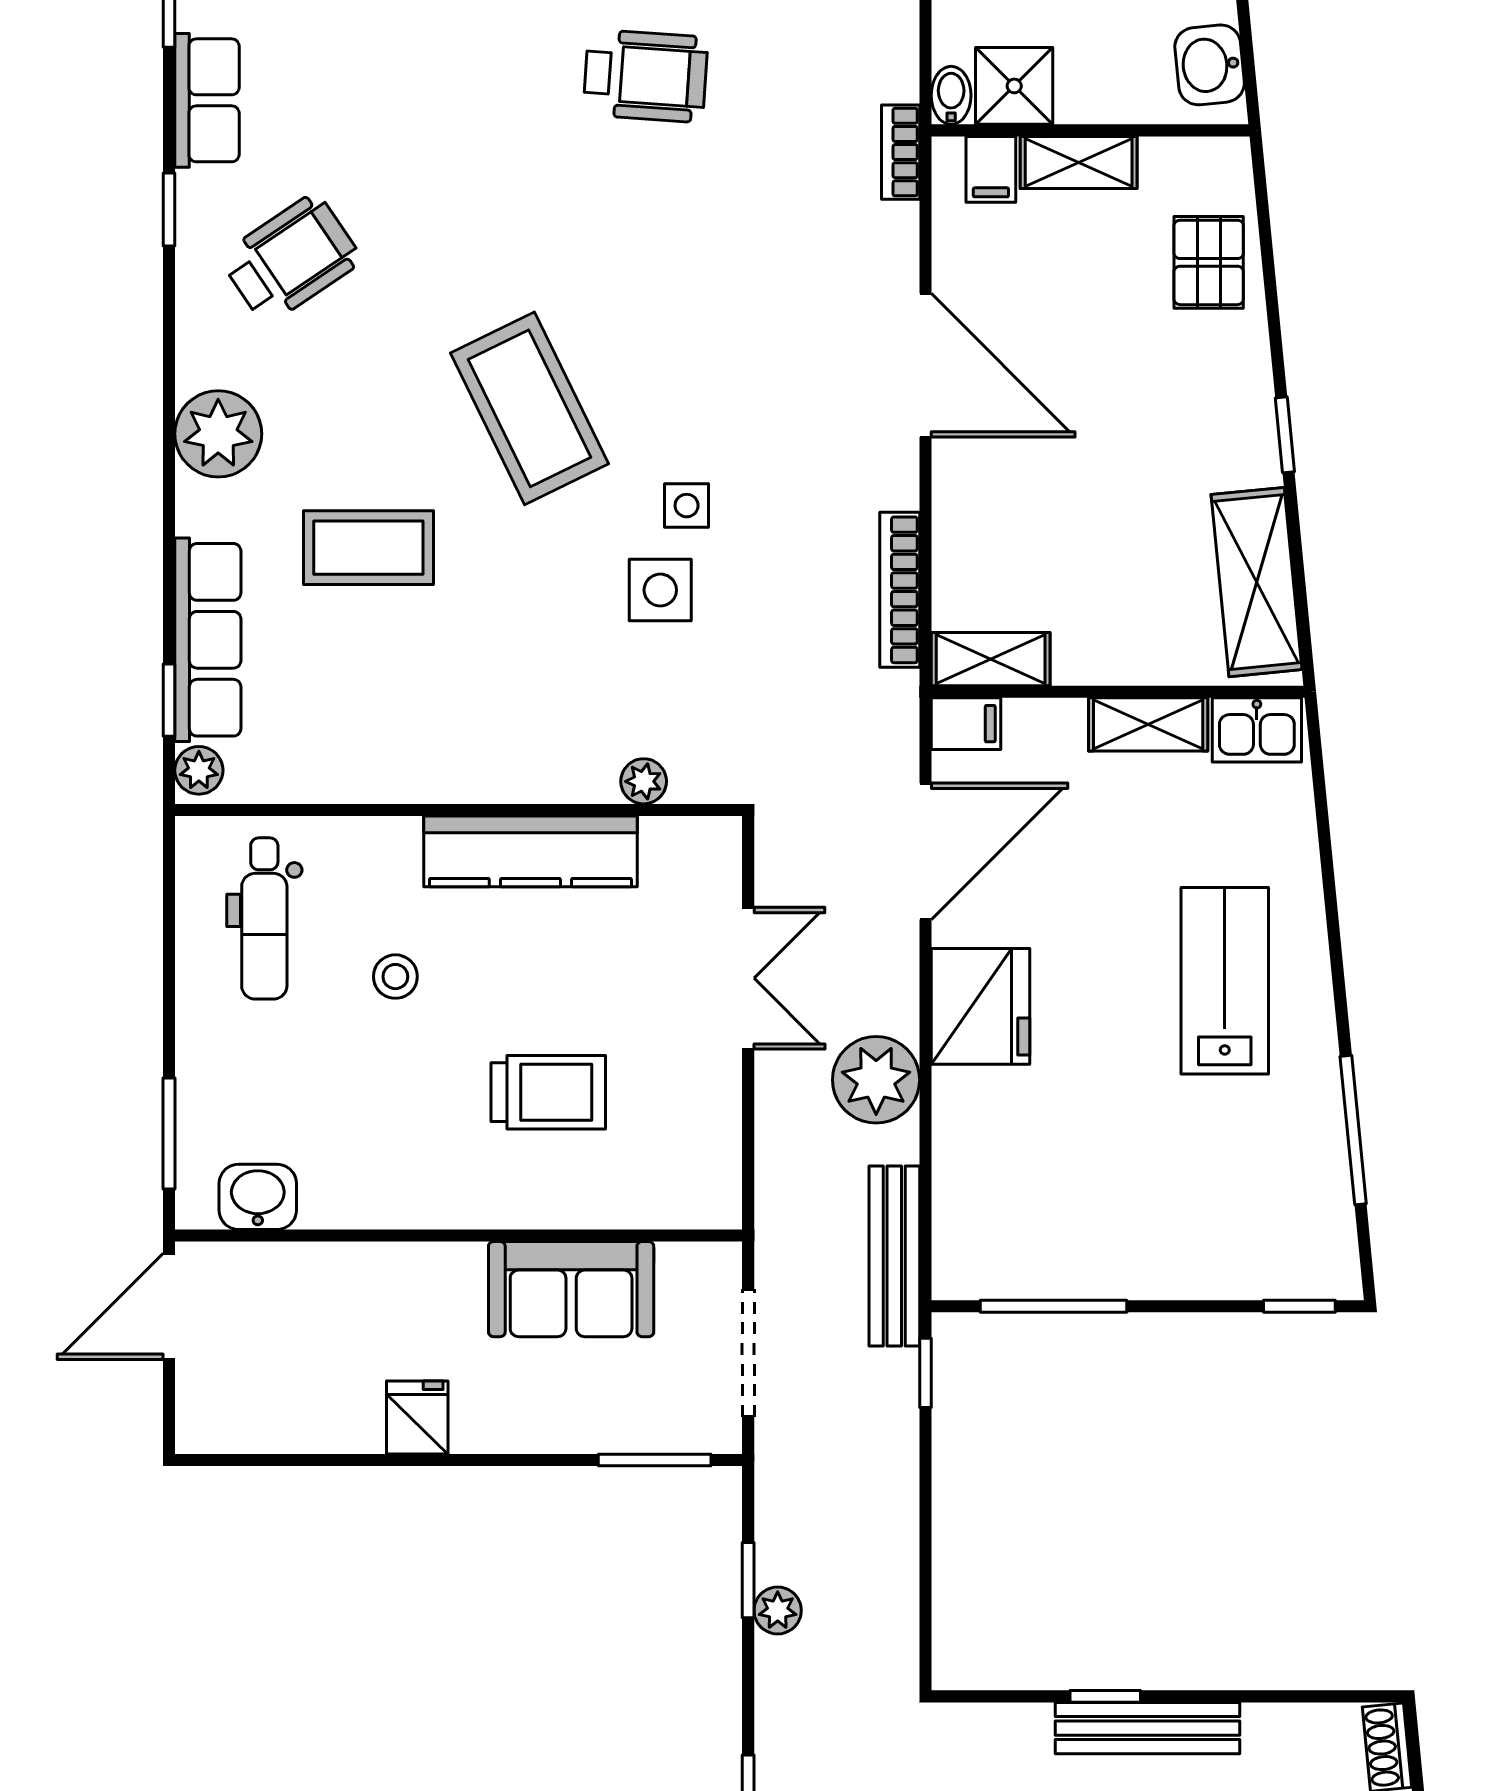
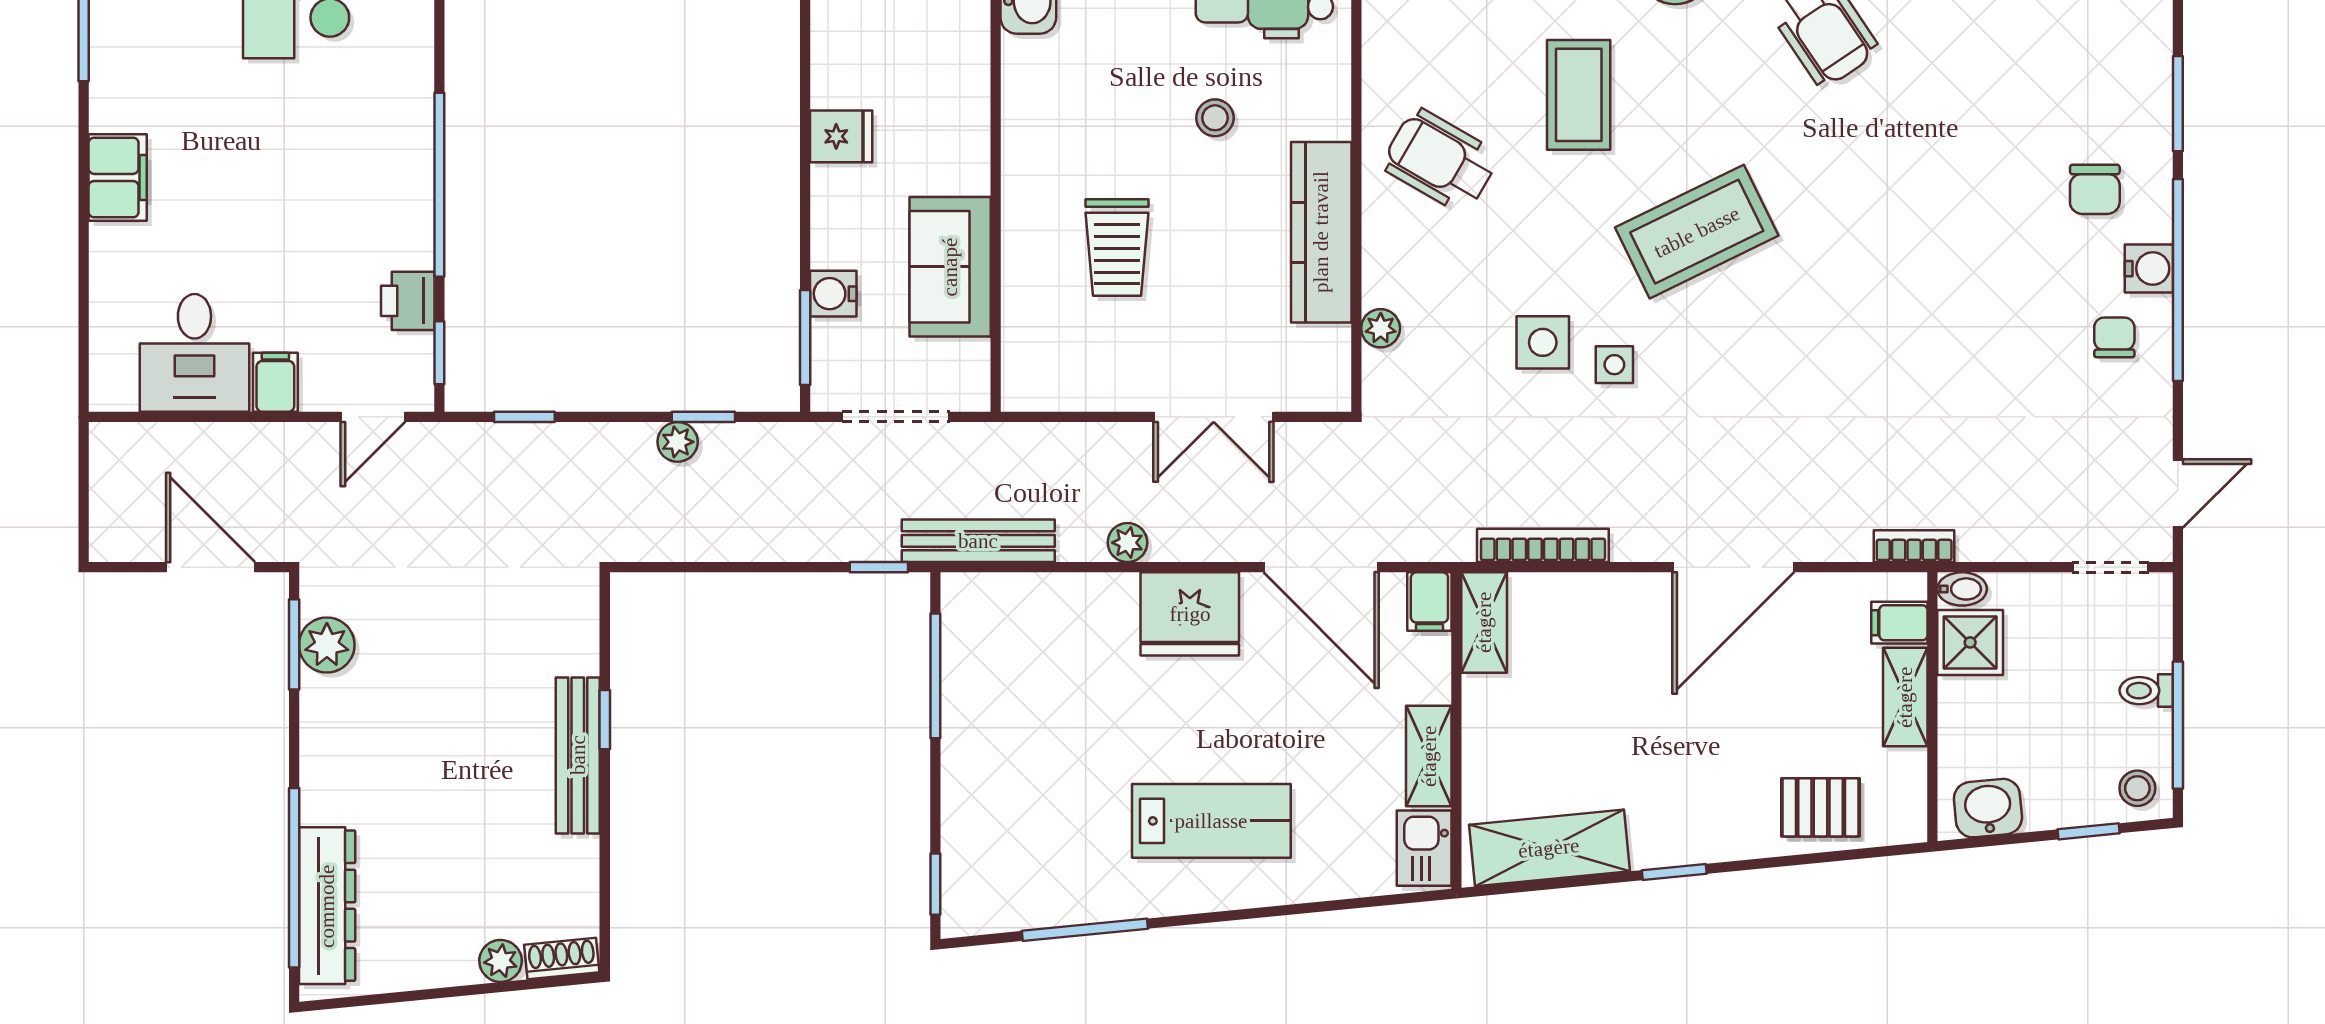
wheelchair: (645, 76) -> (1440, 161), moved, turned 116
plant: (876, 1080) -> (1127, 543), width x0.53, depth x0.53
water cooler: (603, 1427) -> (833, 294), added

